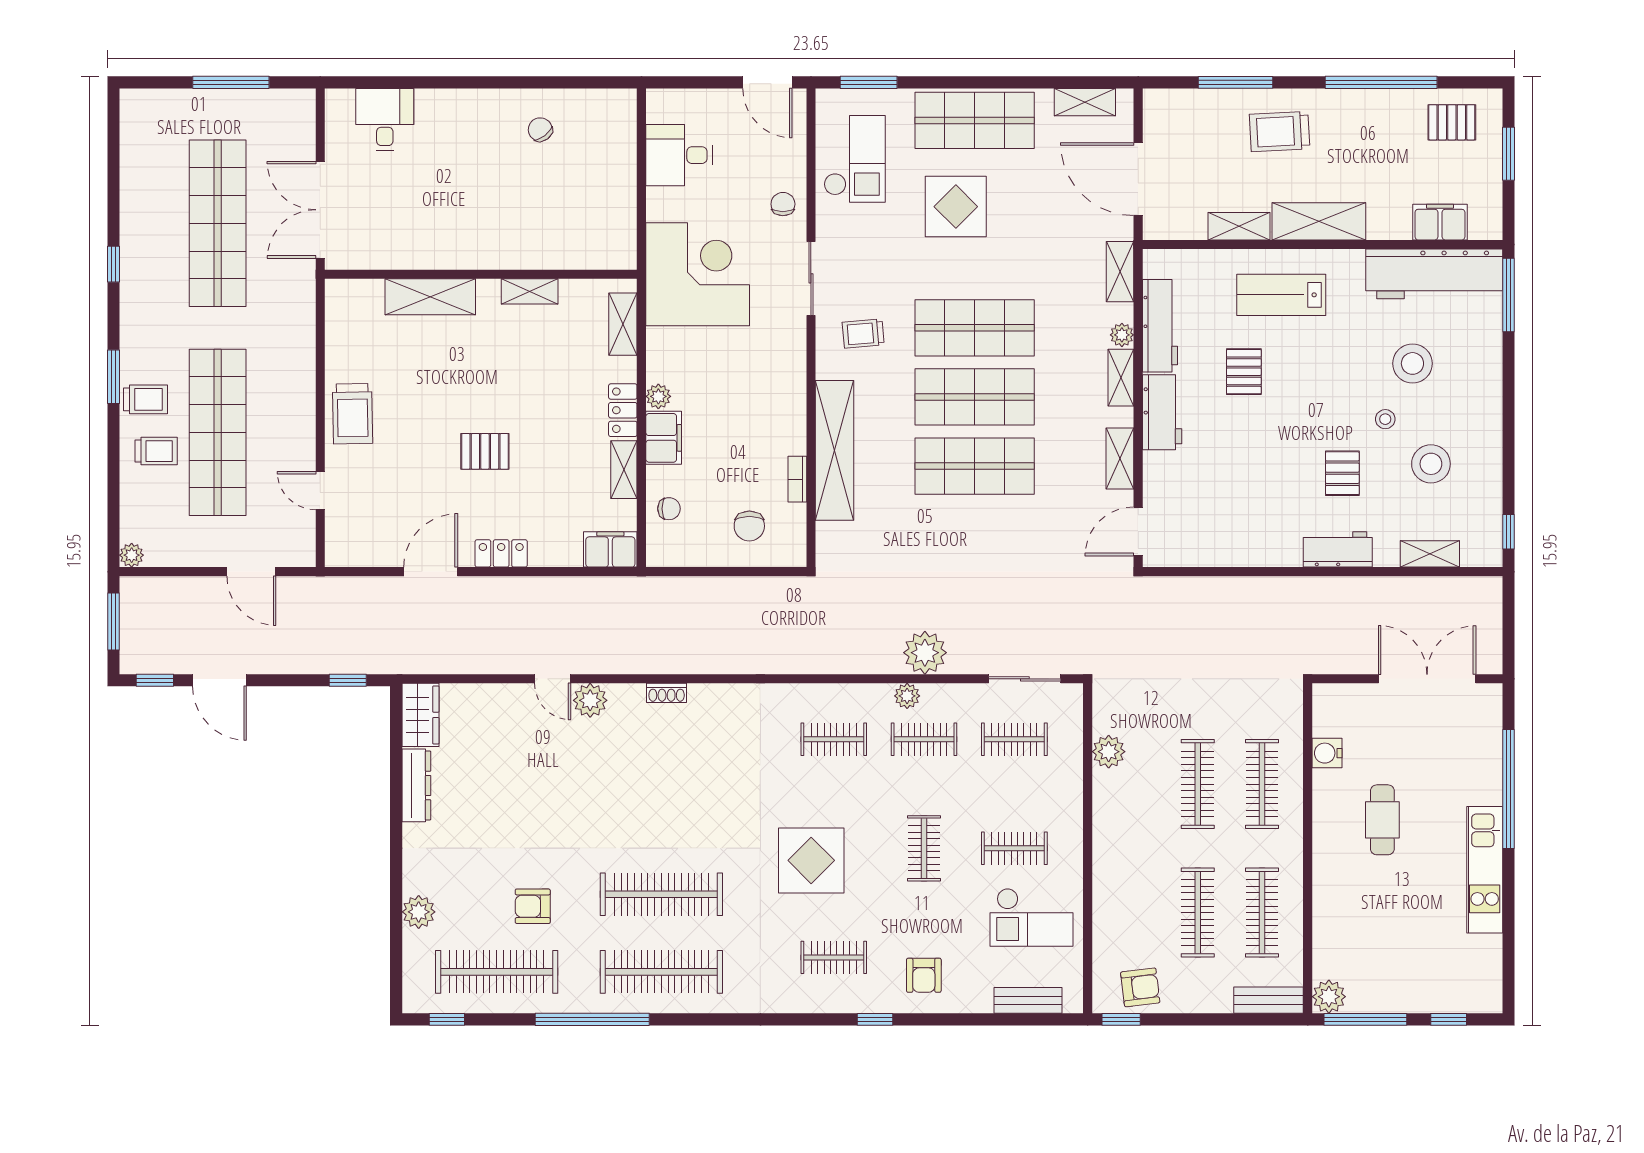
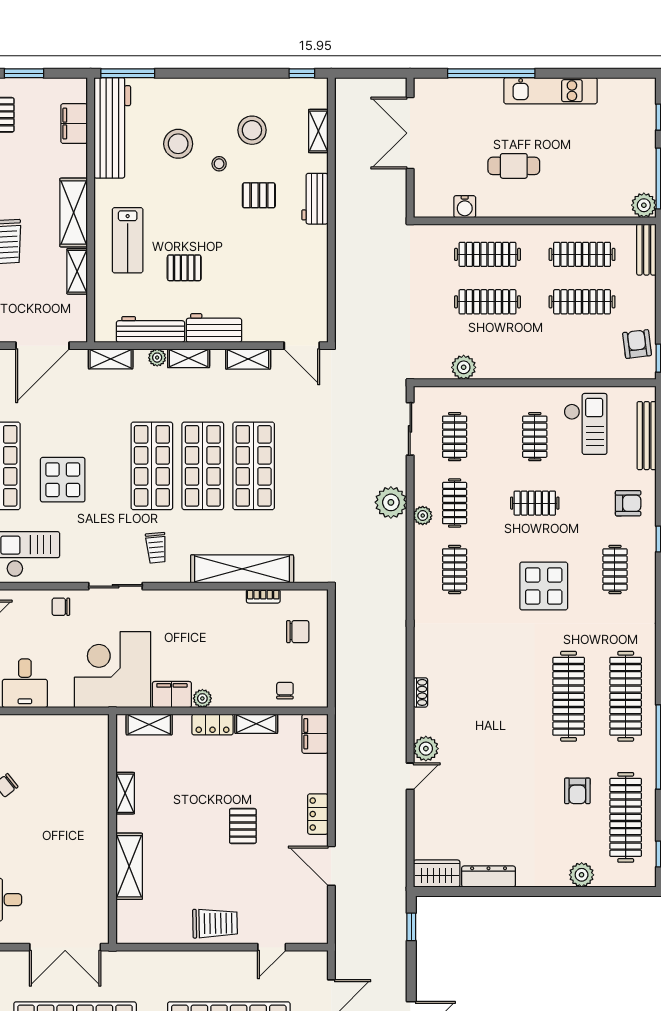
filing cabinet: (664, 438) -> (172, 695), moved
bench: (1028, 1000) -> (647, 436), width x1.36

